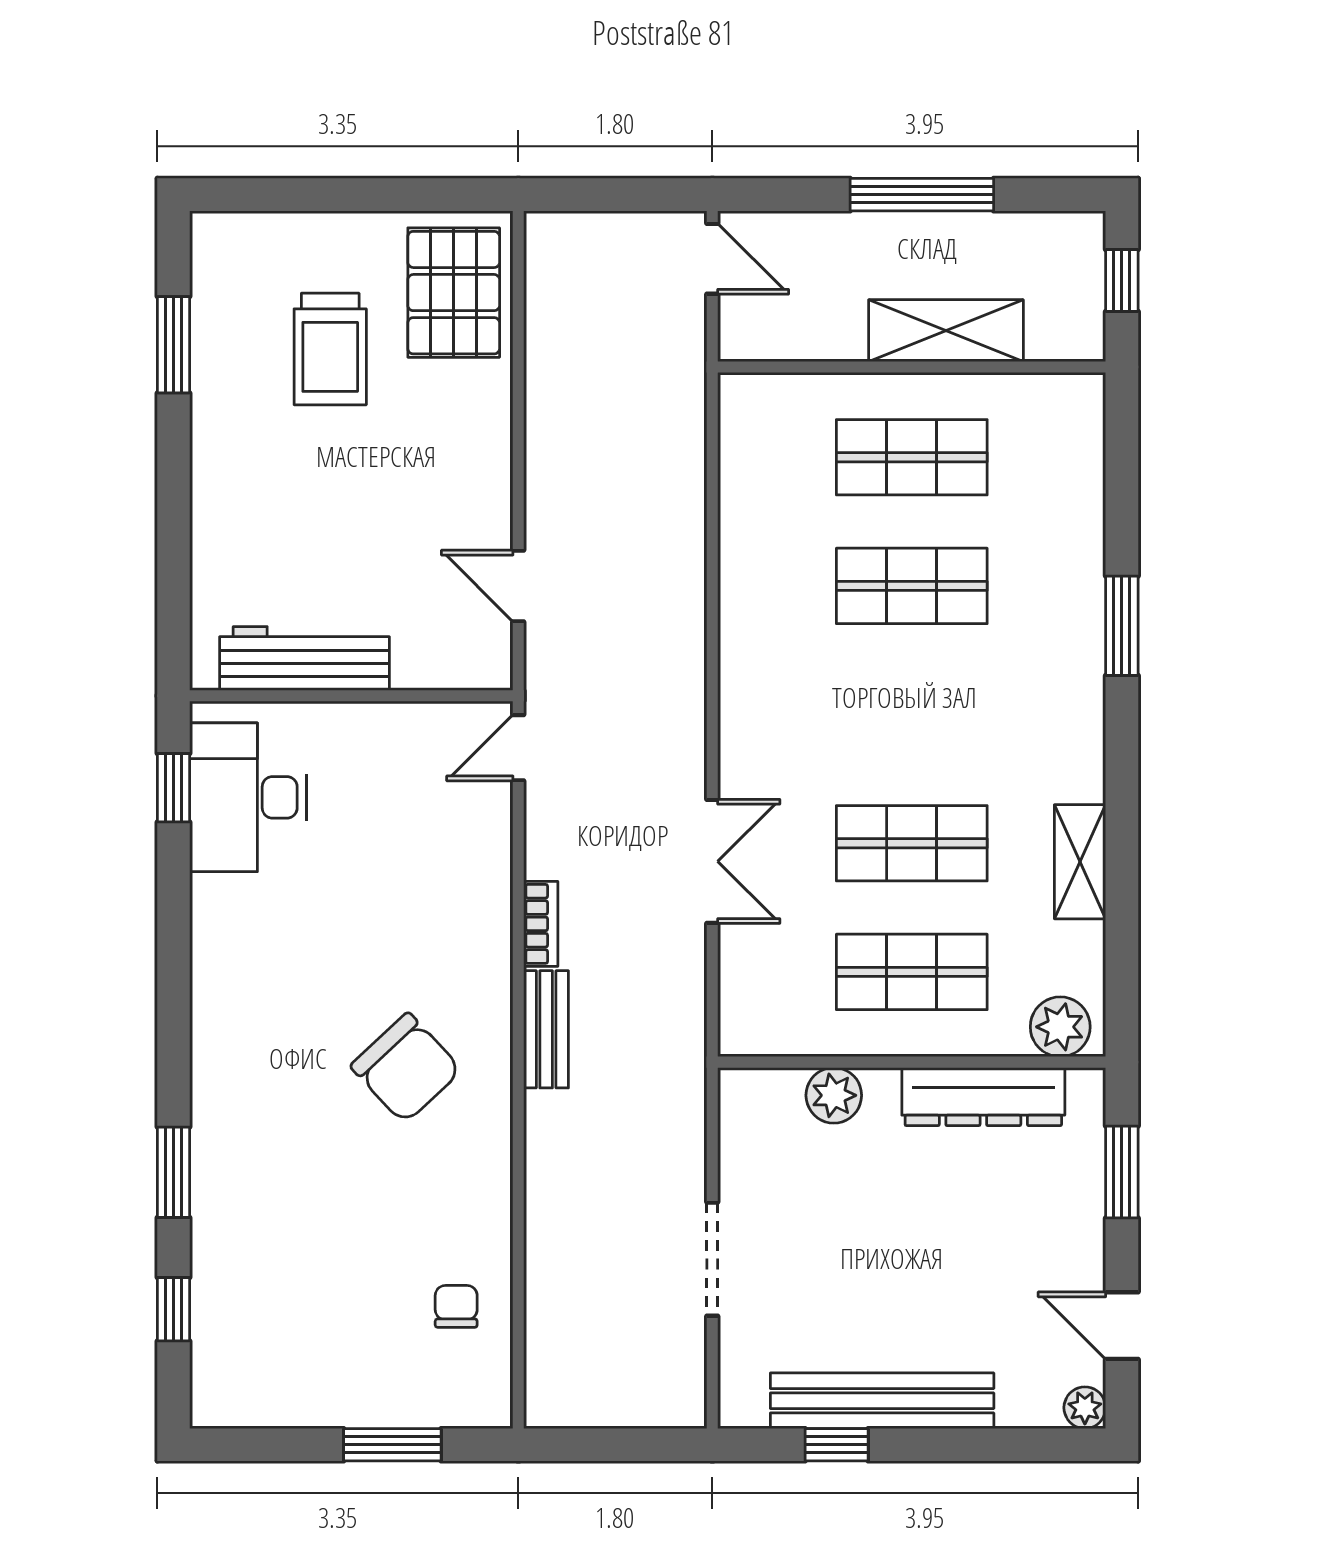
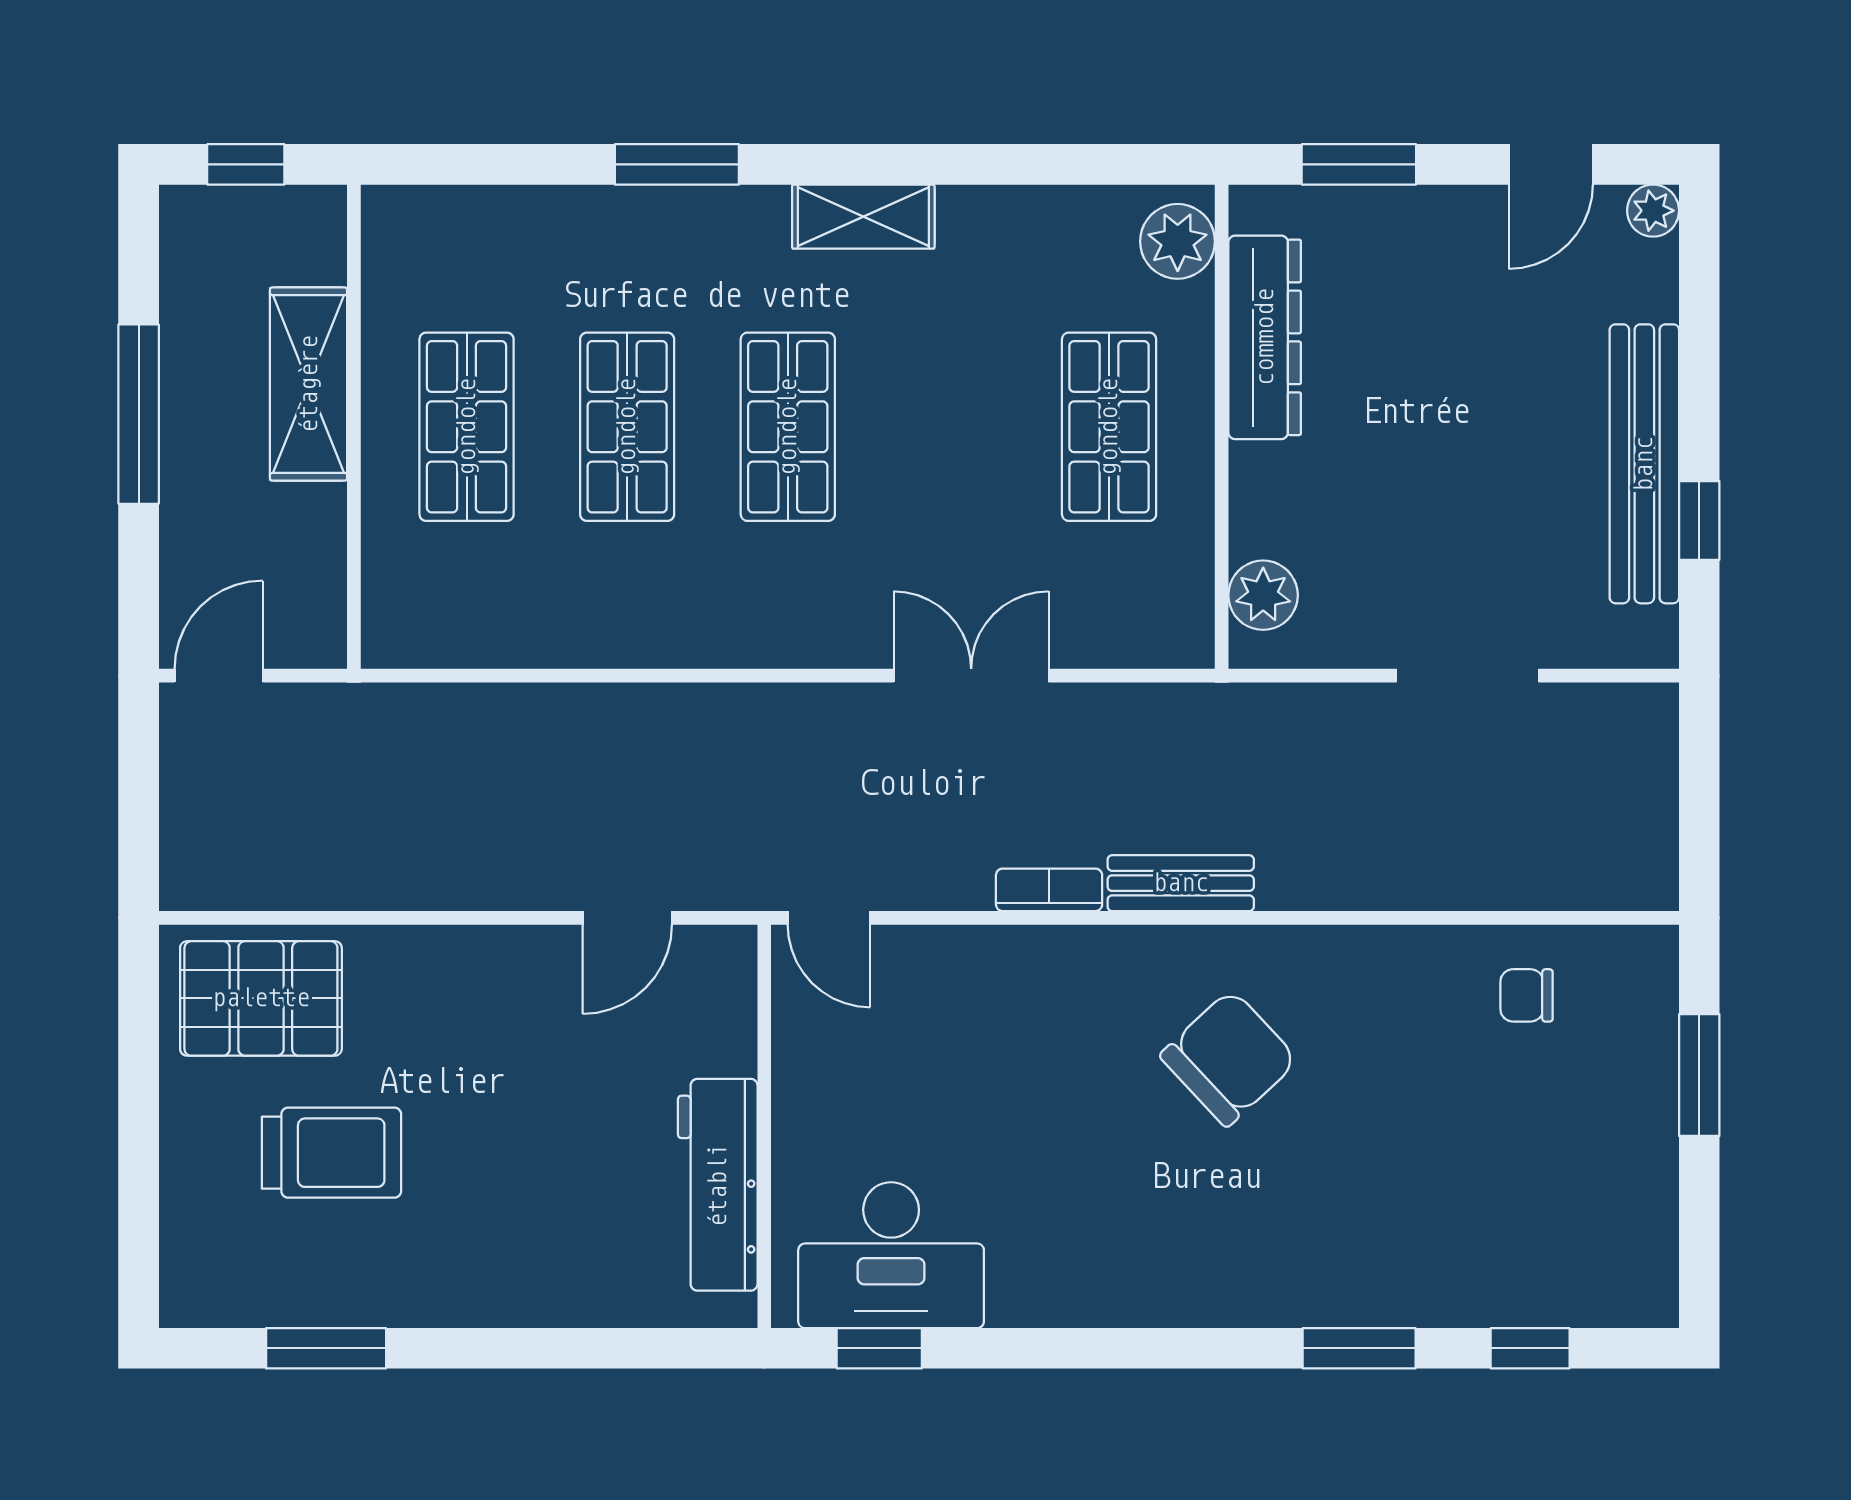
shop shelf: (912, 843) -> (788, 427), moved
shelving: (1080, 862) -> (863, 217), moved
plant: (834, 1095) -> (1263, 595), moved

